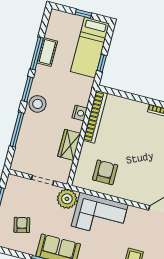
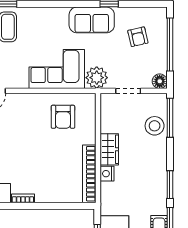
stool: (38, 104) -> (155, 126), moved
window: (17, 130) -> (170, 118), moved
wardrobe: (69, 145) -> (109, 149), moved
floor lamp: (13, 181) -> (160, 81), added

